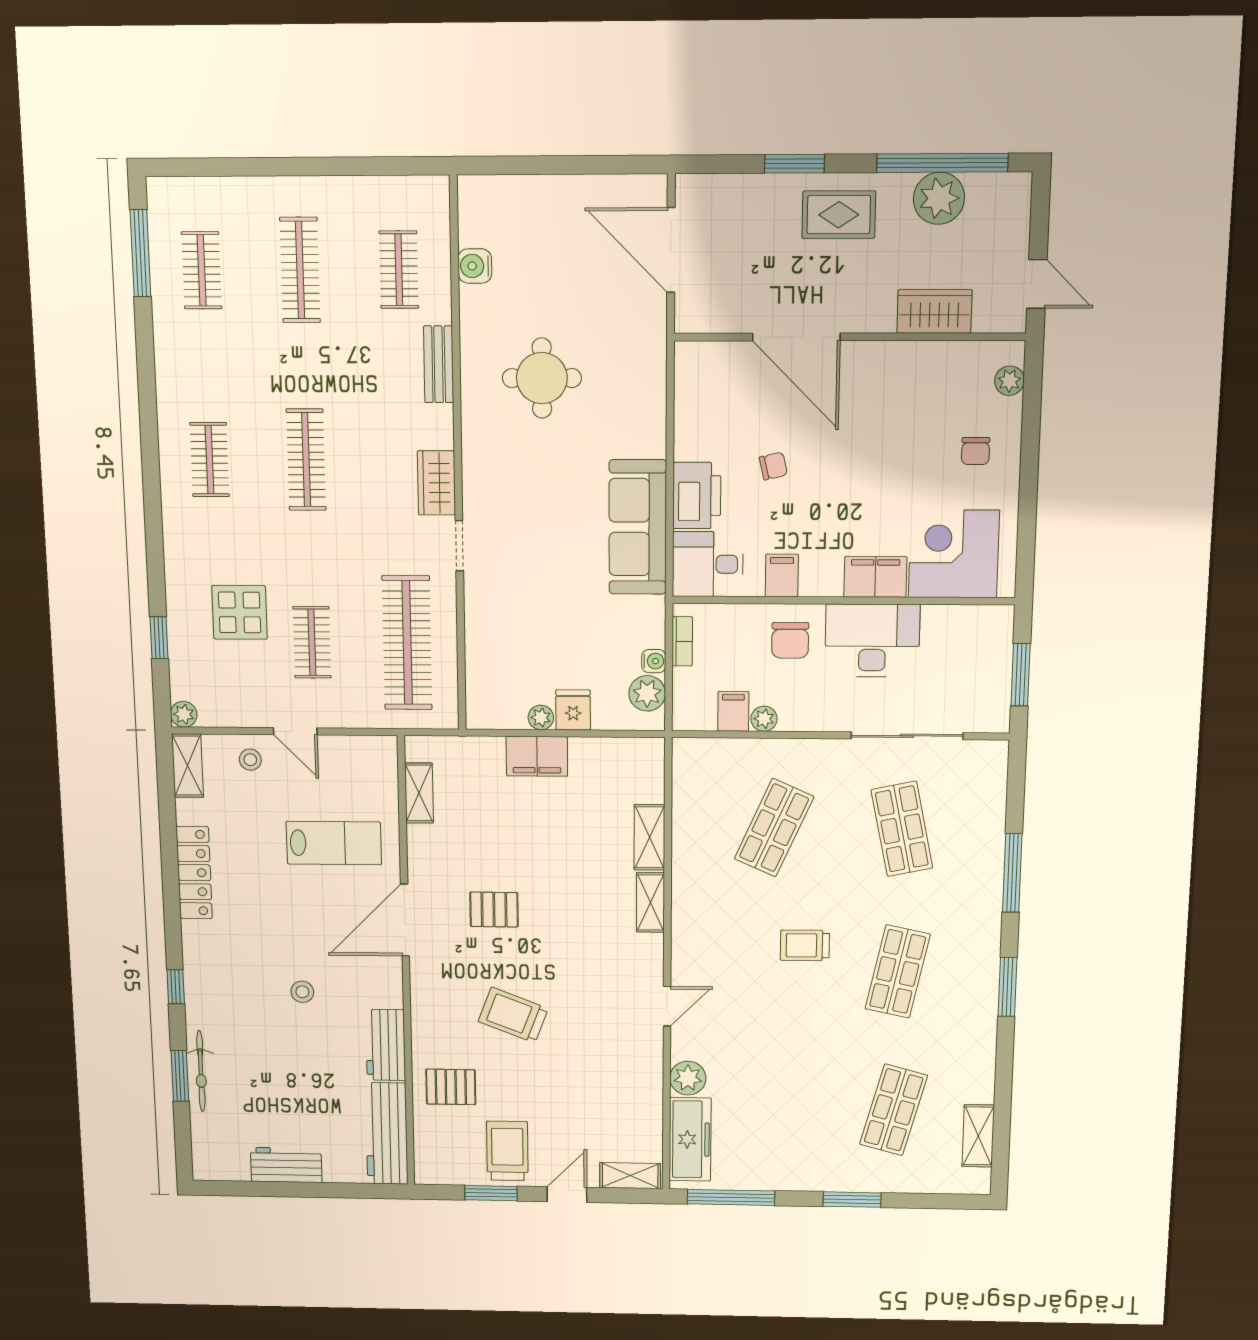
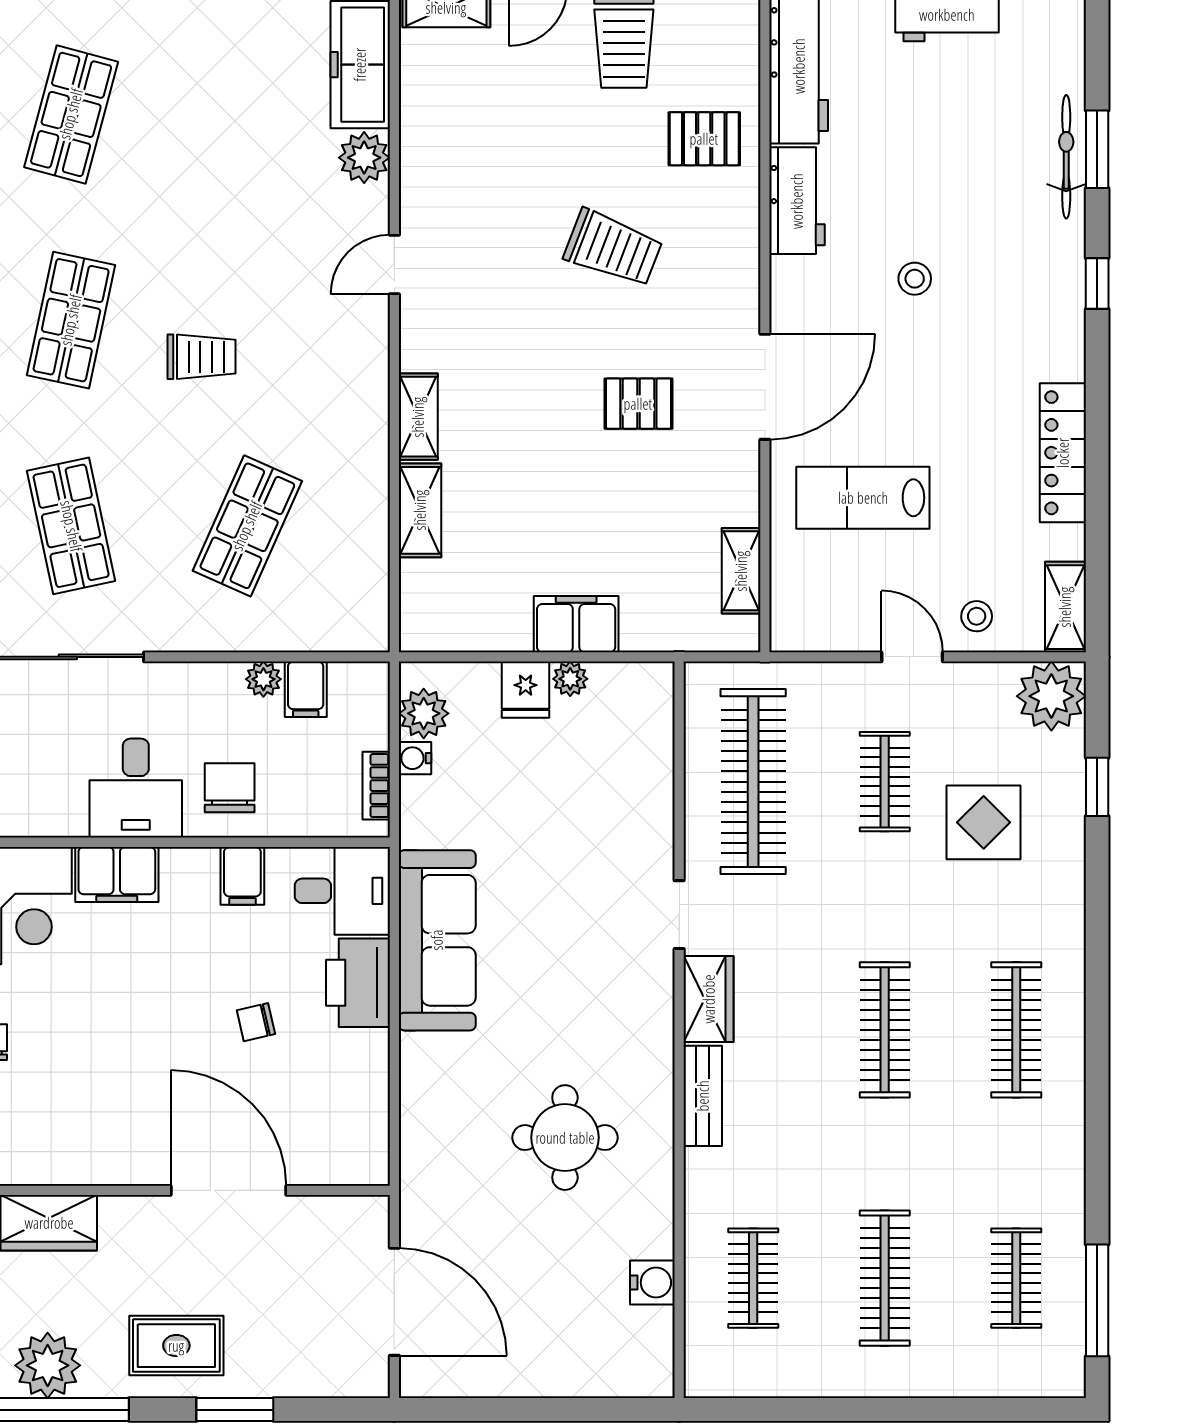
bench: (439, 364) -> (703, 1096), moved
clothes rail: (210, 460) -> (1016, 1030), width x1.36
desk: (872, 640) -> (136, 788), width x0.73
plant: (184, 714) -> (1051, 696), width x1.87, depth x1.87

